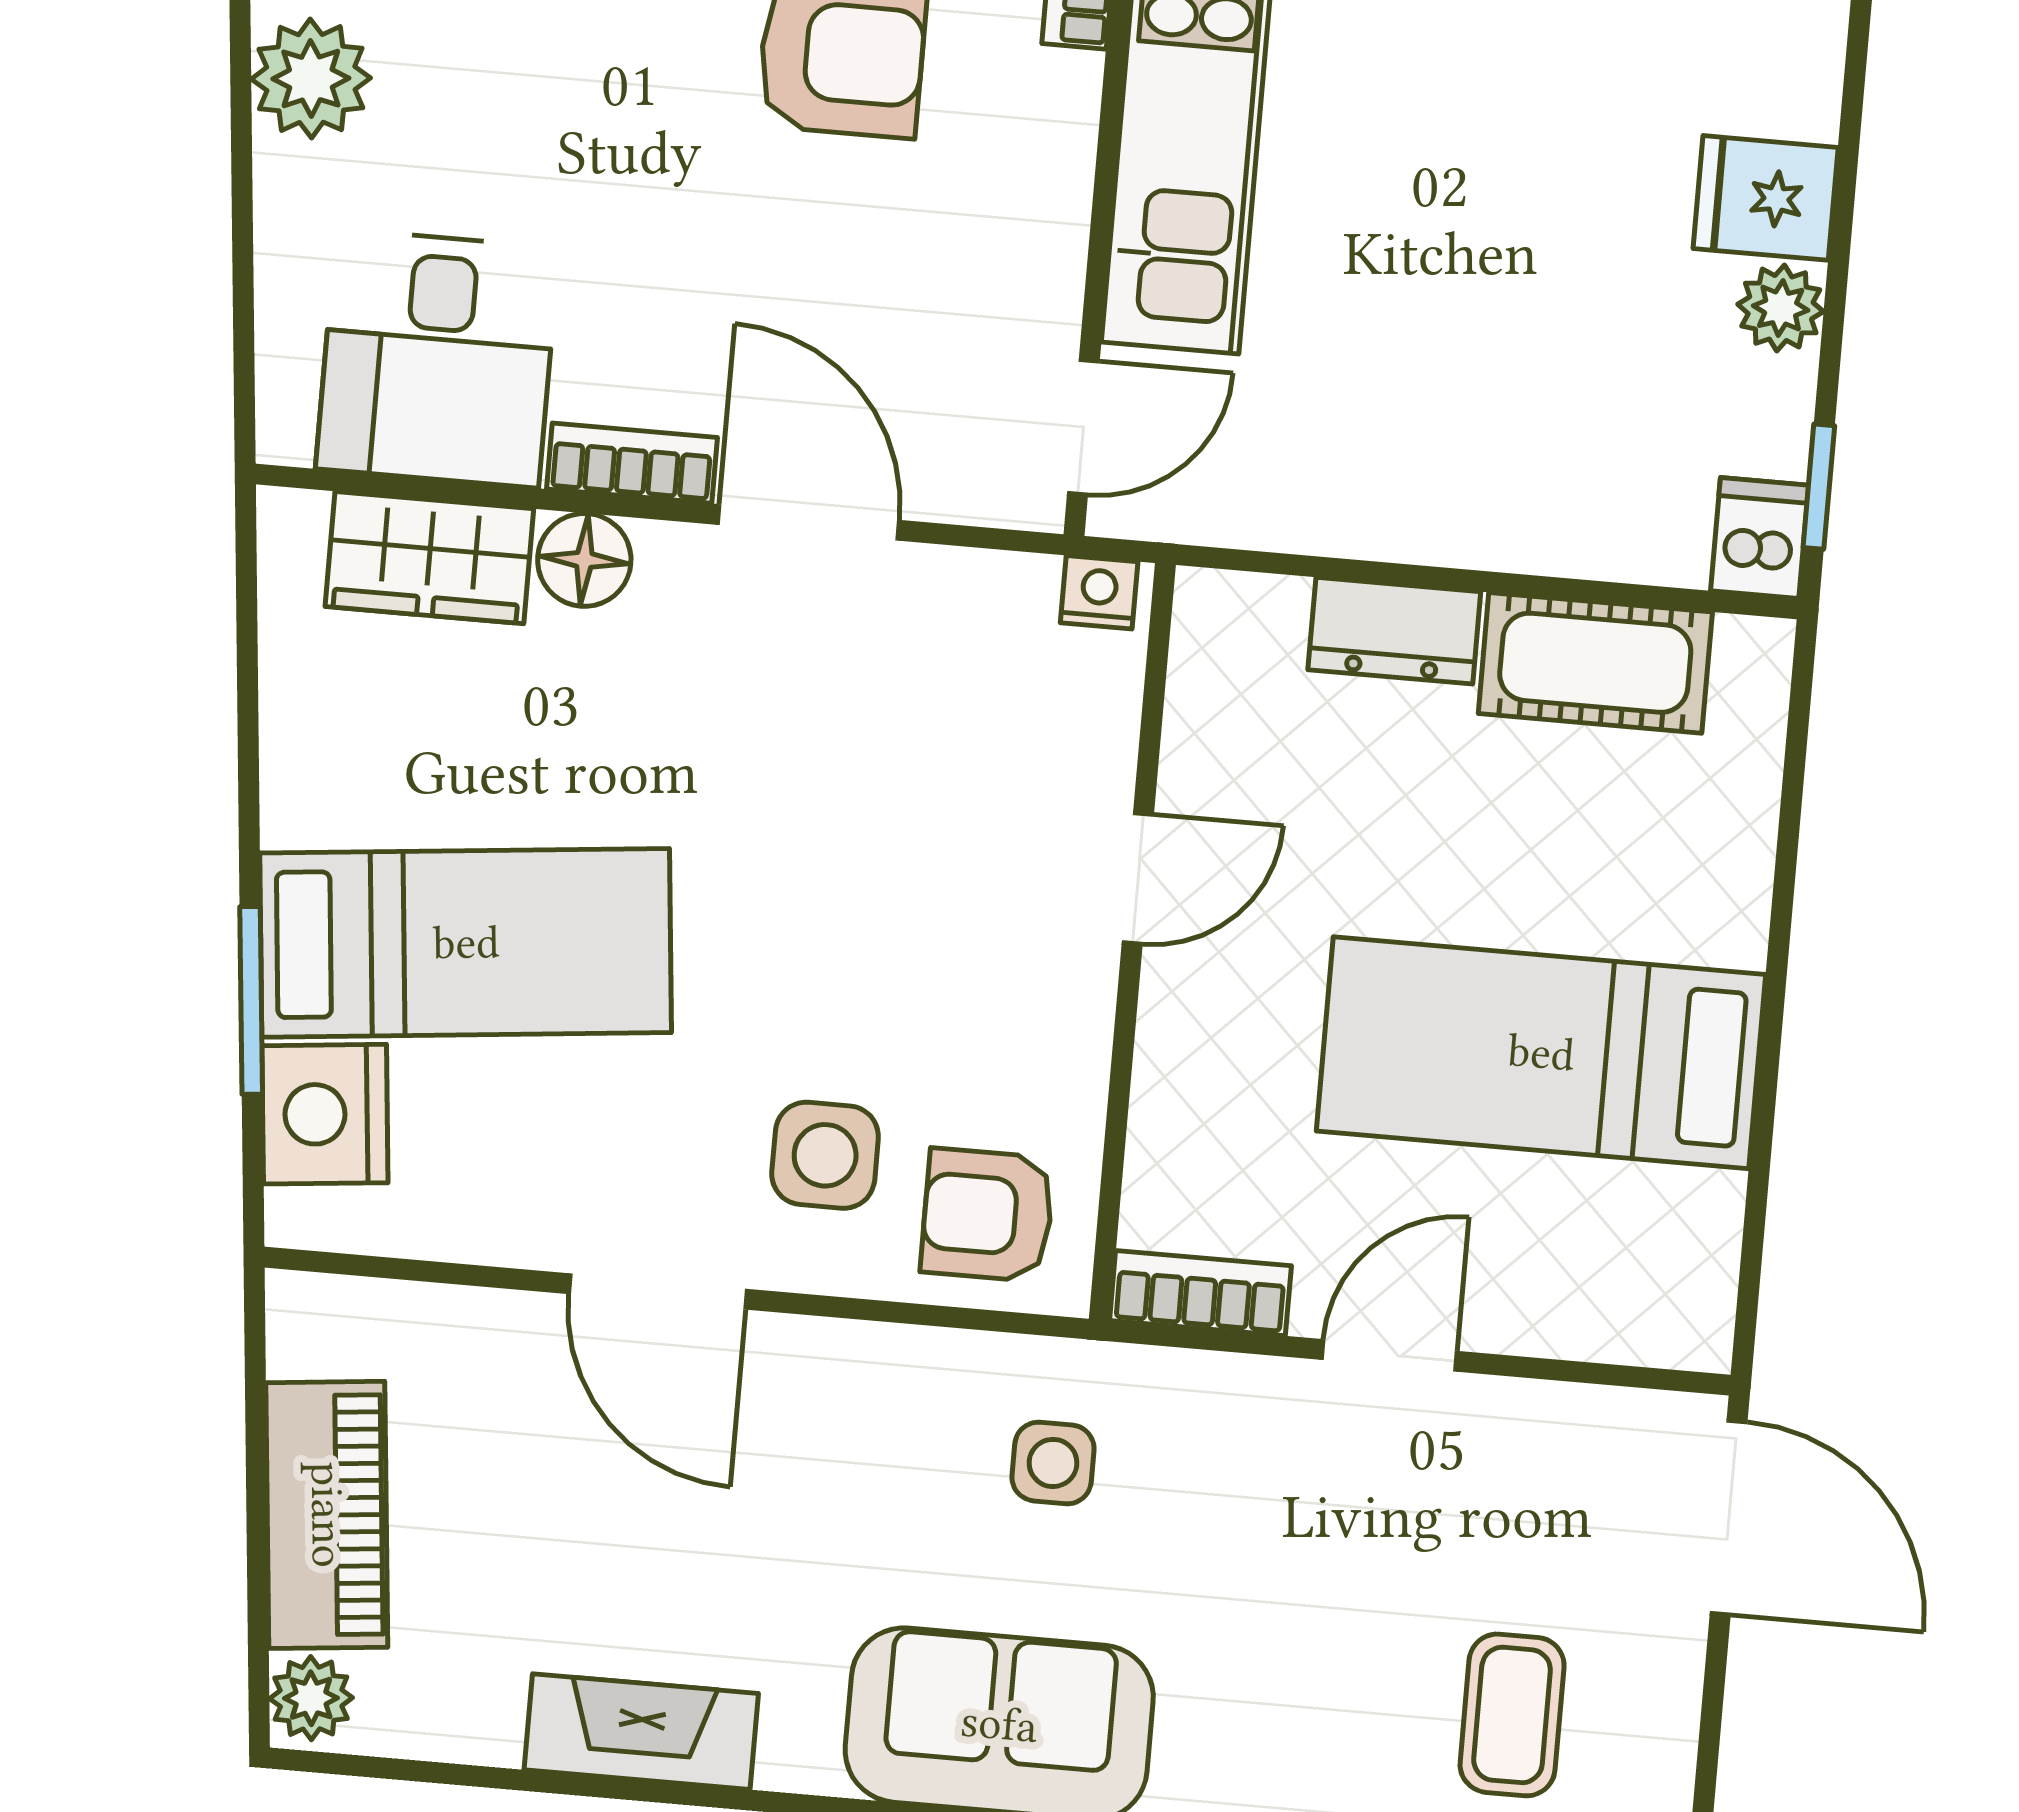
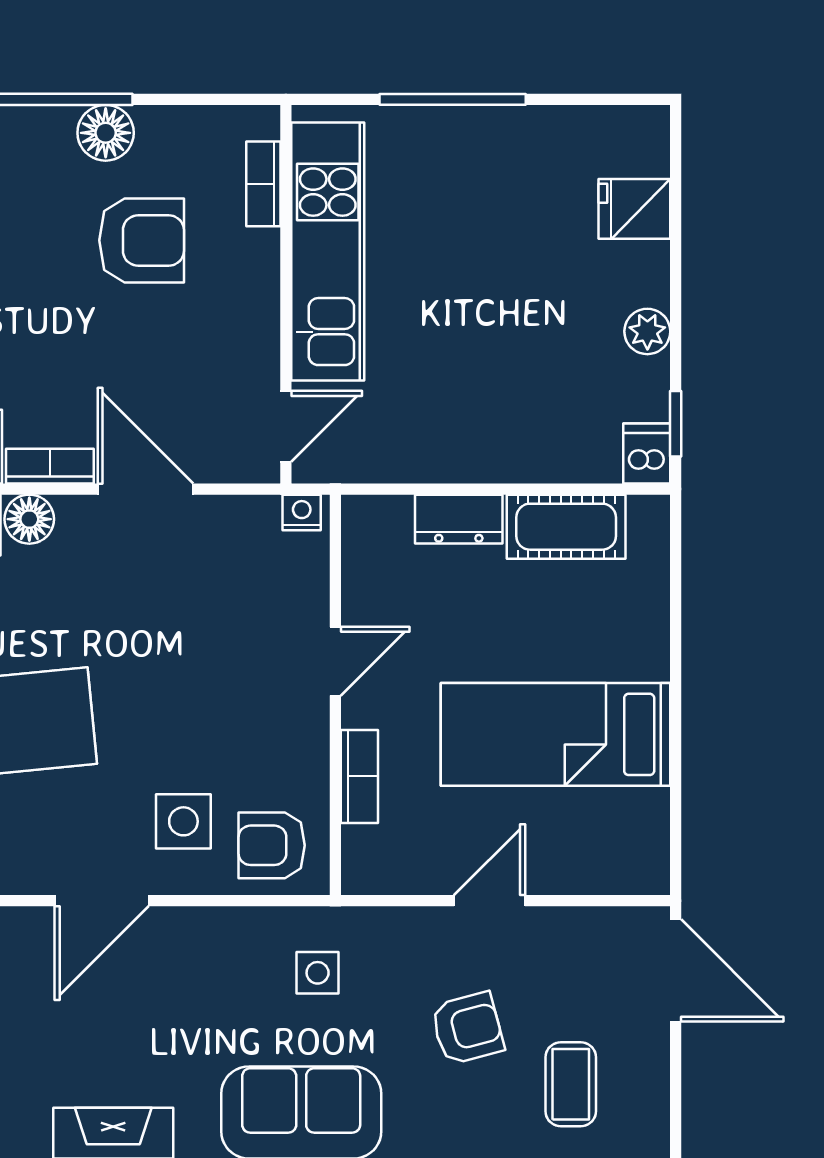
fridge: (1766, 198) -> (634, 209), moved
door: (658, 1291) -> (102, 901), hinge flipped
bookcase: (1200, 1293) -> (359, 776), moved, turned 90
armchair: (1326, 1592) -> (467, 1028), added

